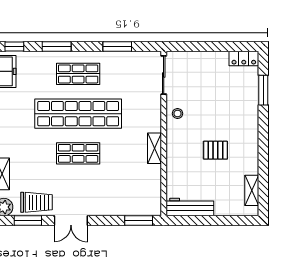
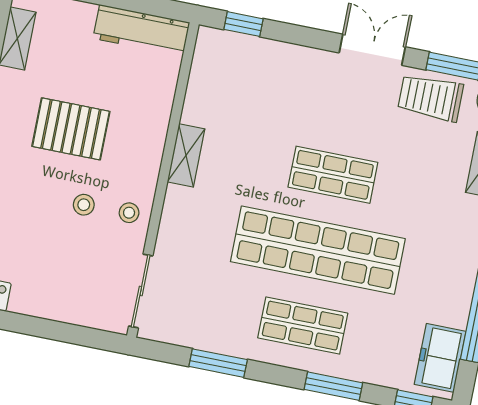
stool: (201, 113) -> (84, 205), added
pallet: (215, 150) -> (71, 129), width x1.50, depth x1.42
window: (139, 221) -> (244, 24), width x0.67

